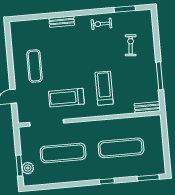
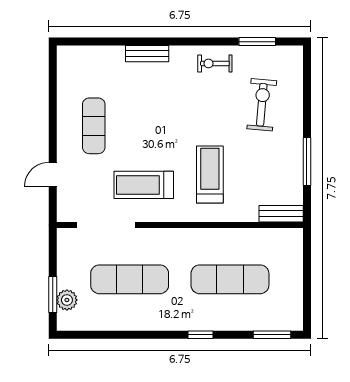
exercise bike: (131, 45) -> (262, 105), width x1.38, depth x1.39

